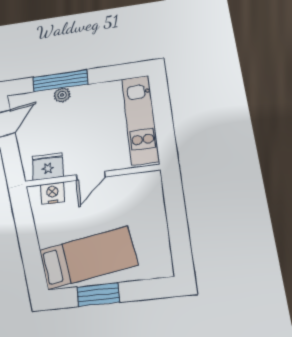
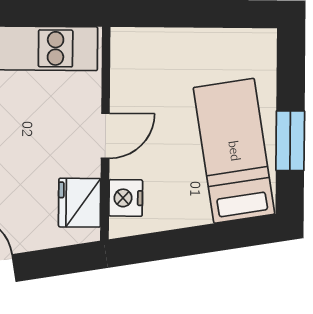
door: (91, 176) -> (105, 136), hinge flipped

